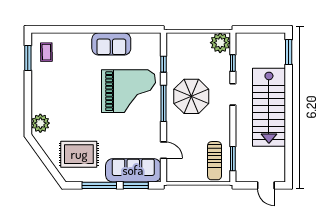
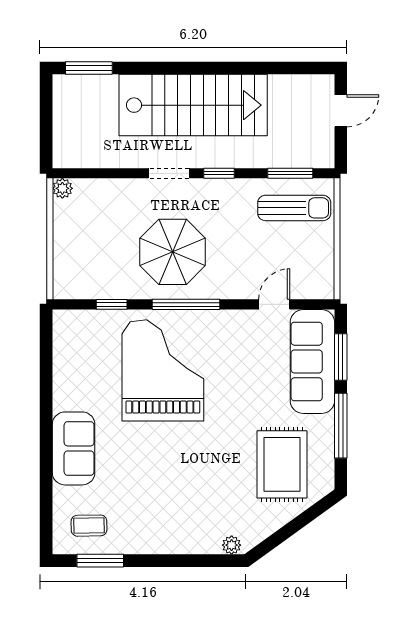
plant: (220, 43) -> (62, 188), width x0.53, depth x0.53
sofa: (111, 44) -> (74, 448), moved
window: (233, 63) -> (219, 173), moved
plant: (40, 123) -> (232, 545), width x0.53, depth x0.53

